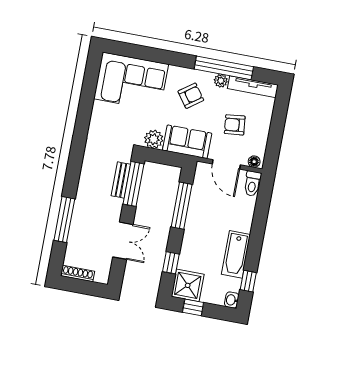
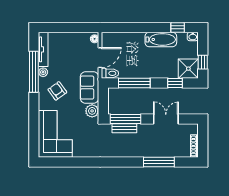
armchair: (235, 125) -> (72, 57), removed
toilet: (252, 184) -> (110, 73), moved

